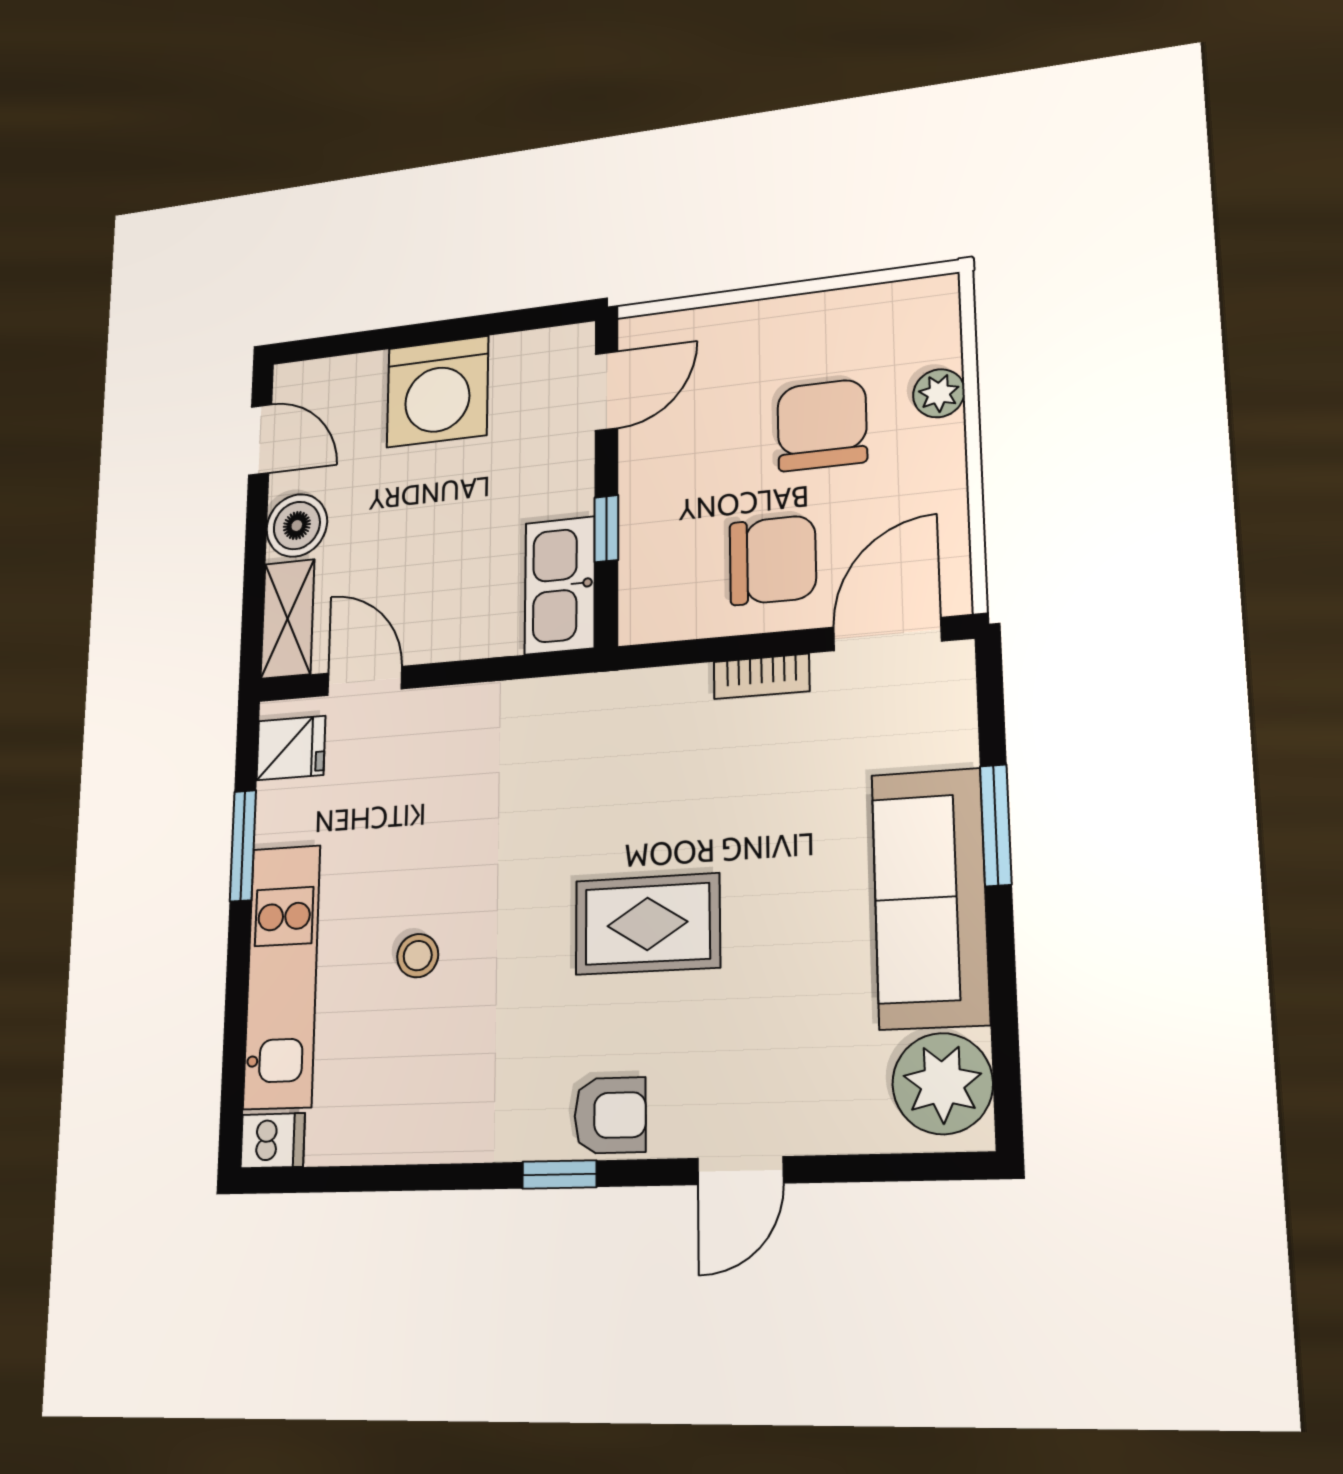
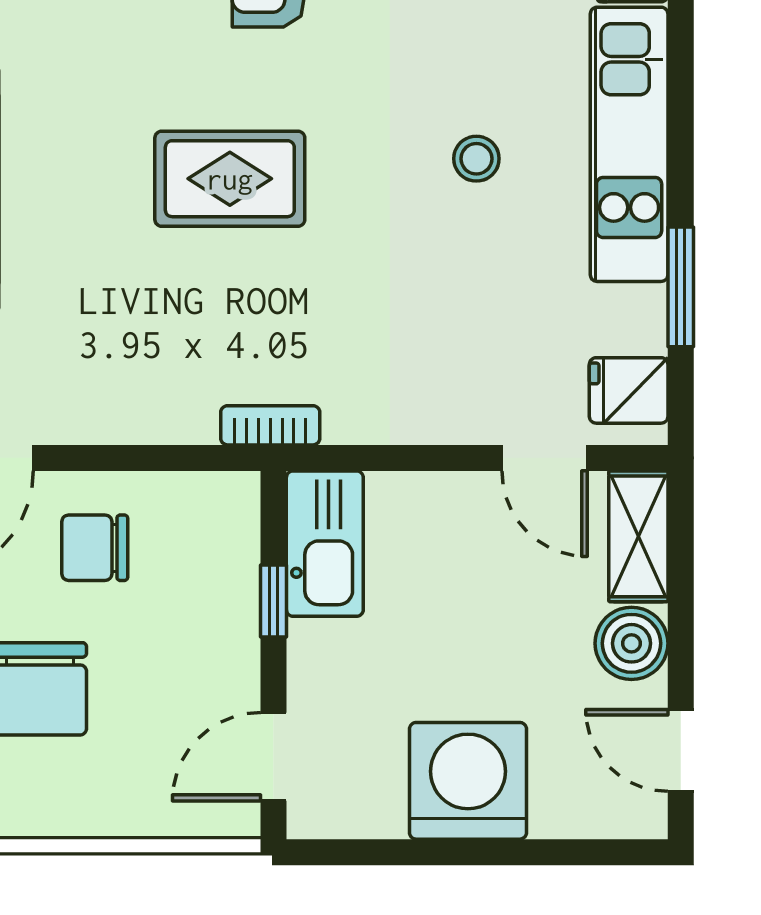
chair: (773, 560) -> (95, 548), width x0.73, depth x0.73
bookcase: (761, 676) -> (270, 425), moved

